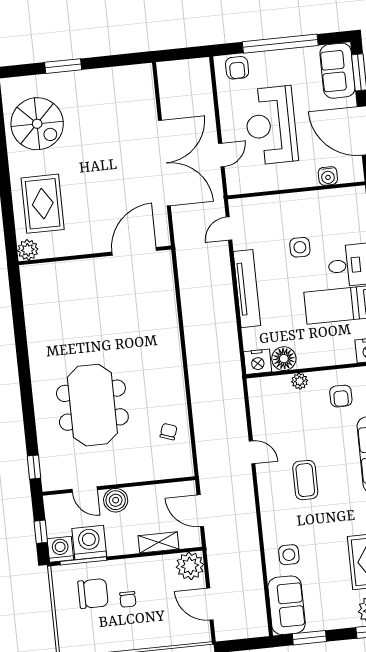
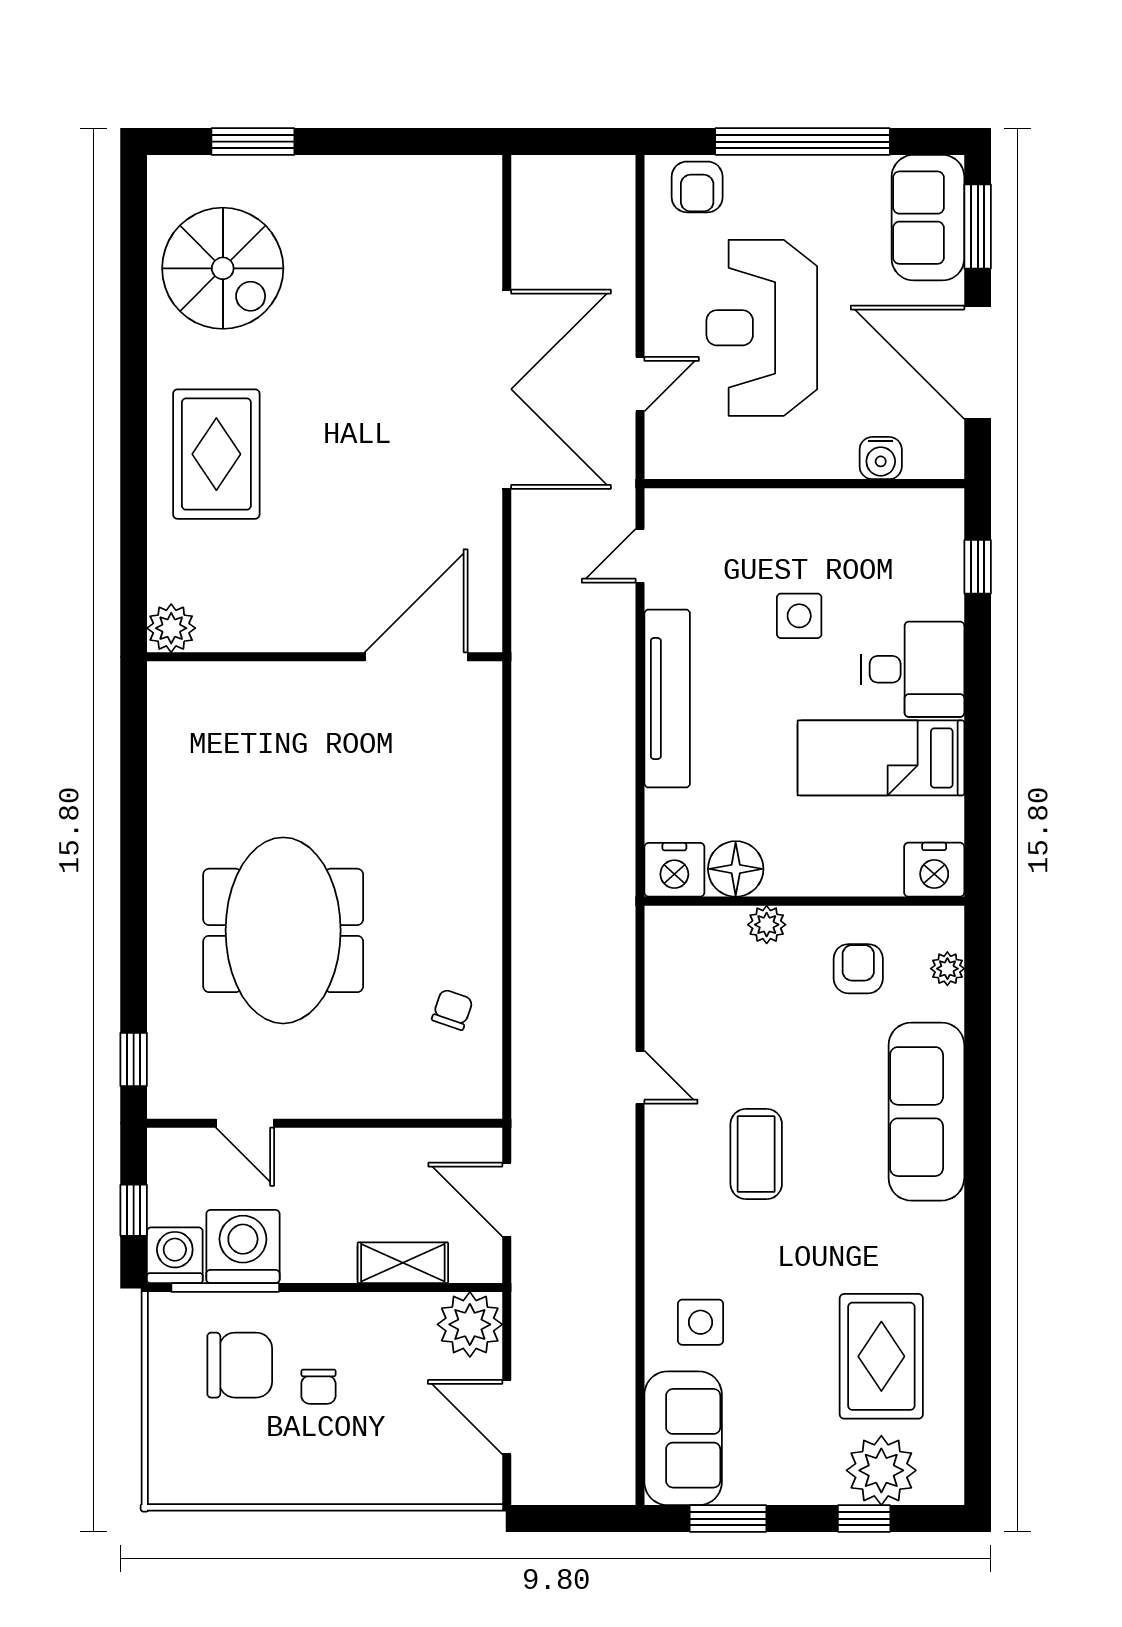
window: (63, 66) -> (253, 142), moved
plant: (28, 250) -> (171, 628), moved
door: (134, 251) -> (416, 657), moved
wall: (95, 255) -> (325, 657), moved
armchair: (341, 396) -> (858, 969), turned 180
boiler: (116, 500) -> (314, 1155), removed

